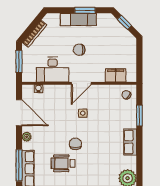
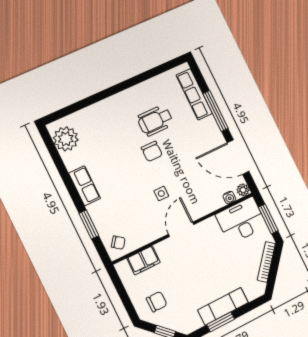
chair: (79, 50) -> (157, 302), moved
desk: (53, 70) -> (241, 220), moved
plant: (27, 137) -> (243, 190), moved
wheelchair: (63, 163) -> (155, 121), turned 180
window: (19, 165) -> (216, 111), moved

